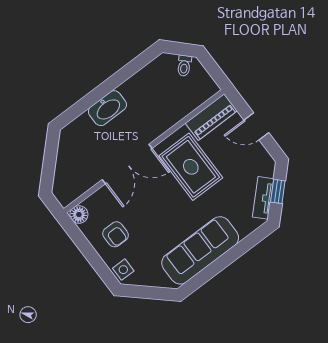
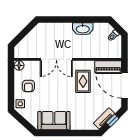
washbasin: (107, 108) -> (83, 29), moved
door: (256, 126) -> (125, 85), width x1.87
rug: (191, 167) -> (83, 81), width x0.73, depth x0.70
sofa: (200, 250) -> (54, 121), width x0.73

